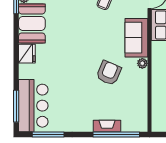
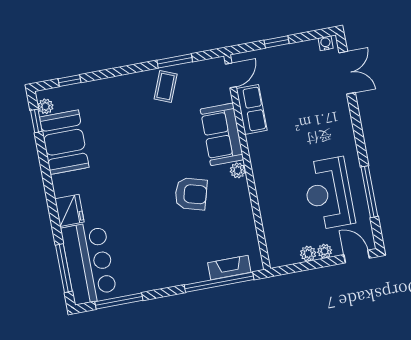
fridge: (27, 54) -> (69, 210), moved
armchair: (109, 73) -> (191, 194), turned 83
fireplace: (107, 126) -> (229, 267), moved

